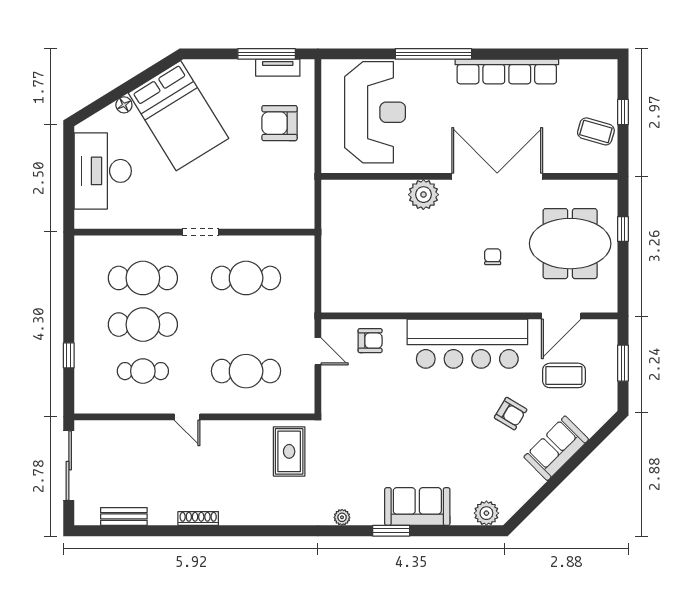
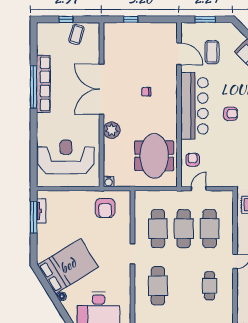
window: (433, 54) -> (34, 87), moved
armchair: (279, 123) -> (105, 208), moved
water cooler: (331, 189) -> (109, 182), added
meeting table: (570, 244) -> (154, 156), moved
cafe table: (143, 325) -> (184, 229), moved
armchair: (511, 414) -> (231, 114), moved, turned 59

